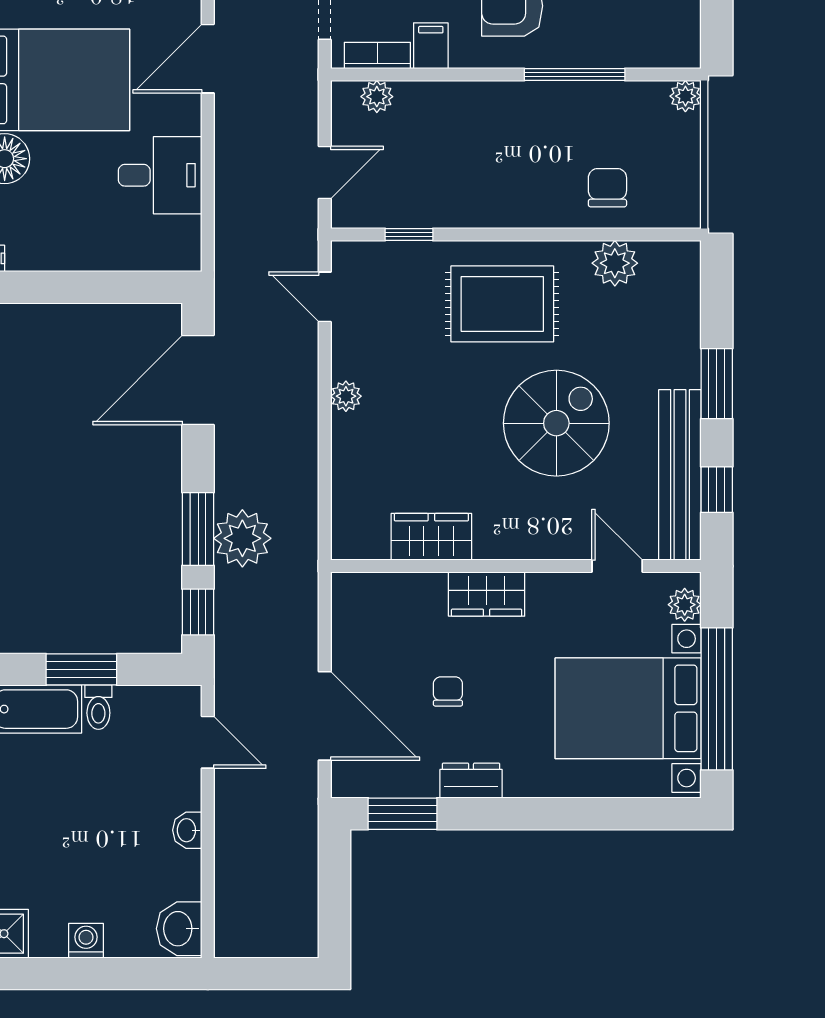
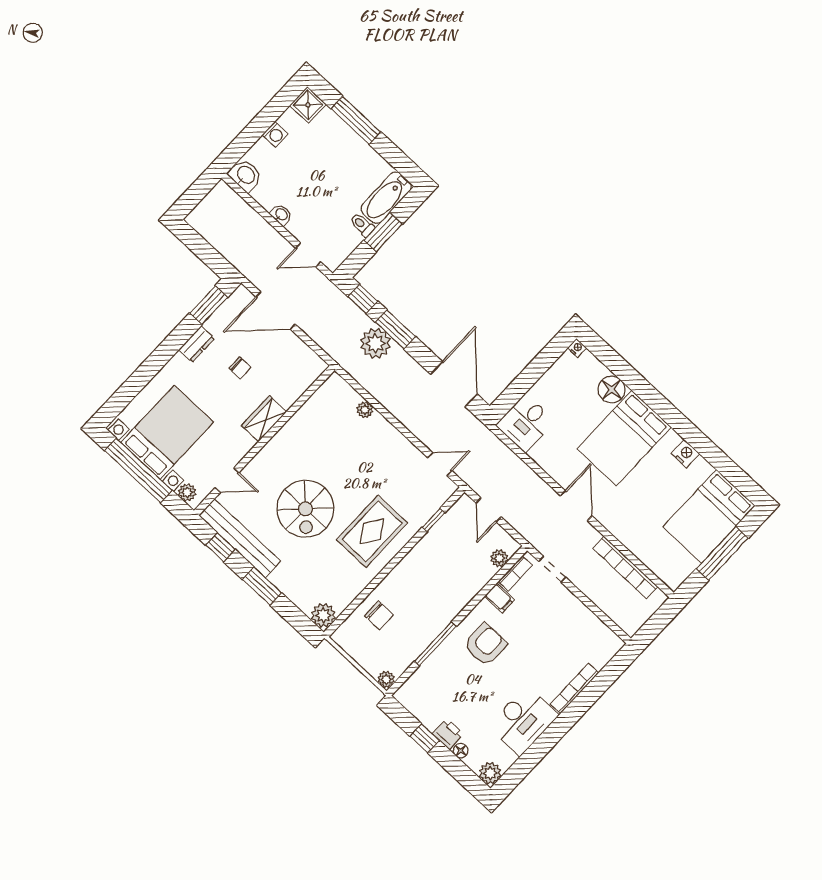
desk: (160, 175) -> (525, 423), moved
plant: (615, 263) -> (323, 615), moved
plant: (346, 396) -> (365, 410), moved
wardrobe: (431, 537) -> (307, 418), removed

